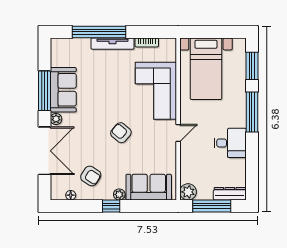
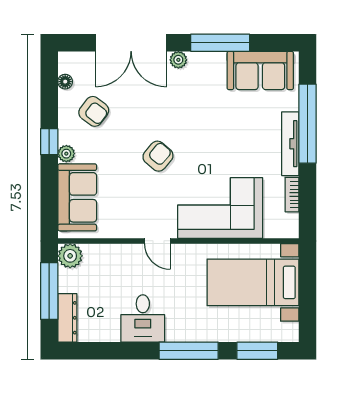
sofa: (63, 90) -> (260, 70), moved
armchair: (91, 176) -> (94, 111), turned -86

